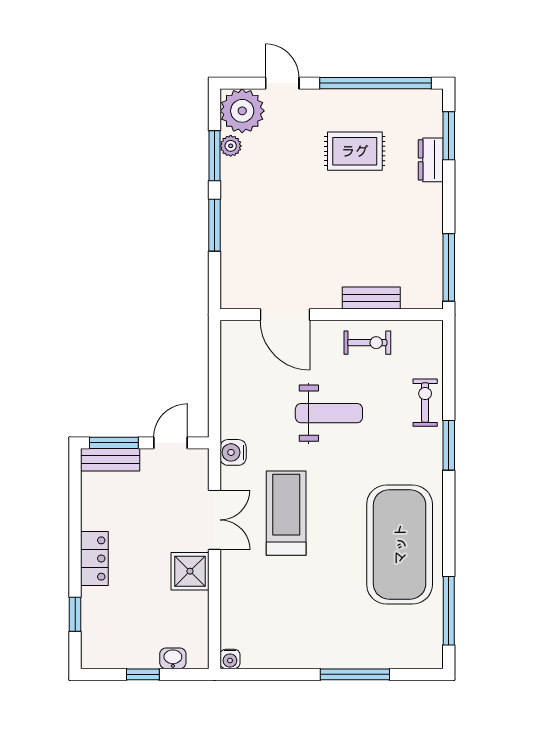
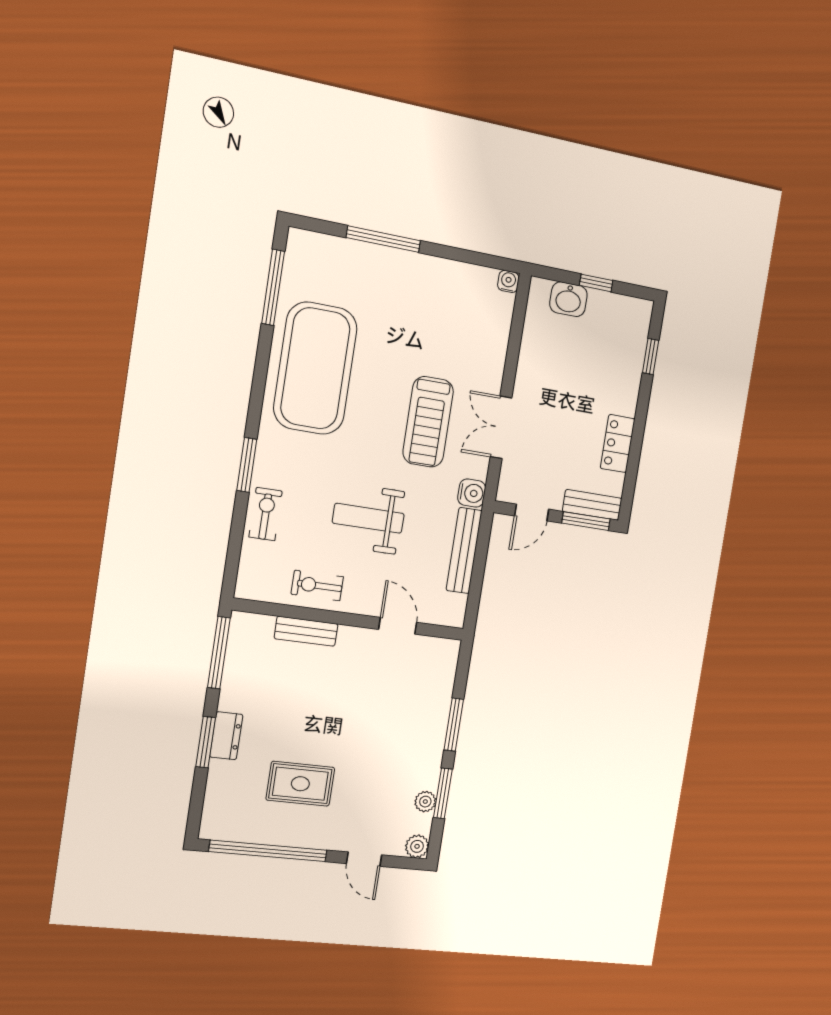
plant: (242, 111) -> (417, 846), width x0.53, depth x0.53
window: (449, 136) -> (206, 742), moved
dresser: (431, 160) -> (226, 736), moved
door: (285, 315) -> (398, 626), width x0.73
bench: (232, 396) -> (464, 551), added
exercise bike: (425, 403) -> (266, 514), turned 180
locker: (94, 559) -> (618, 444), moved
shower: (190, 571) -> (533, 379), removed
washbasin: (173, 658) -> (568, 299), width x1.38, depth x1.45

